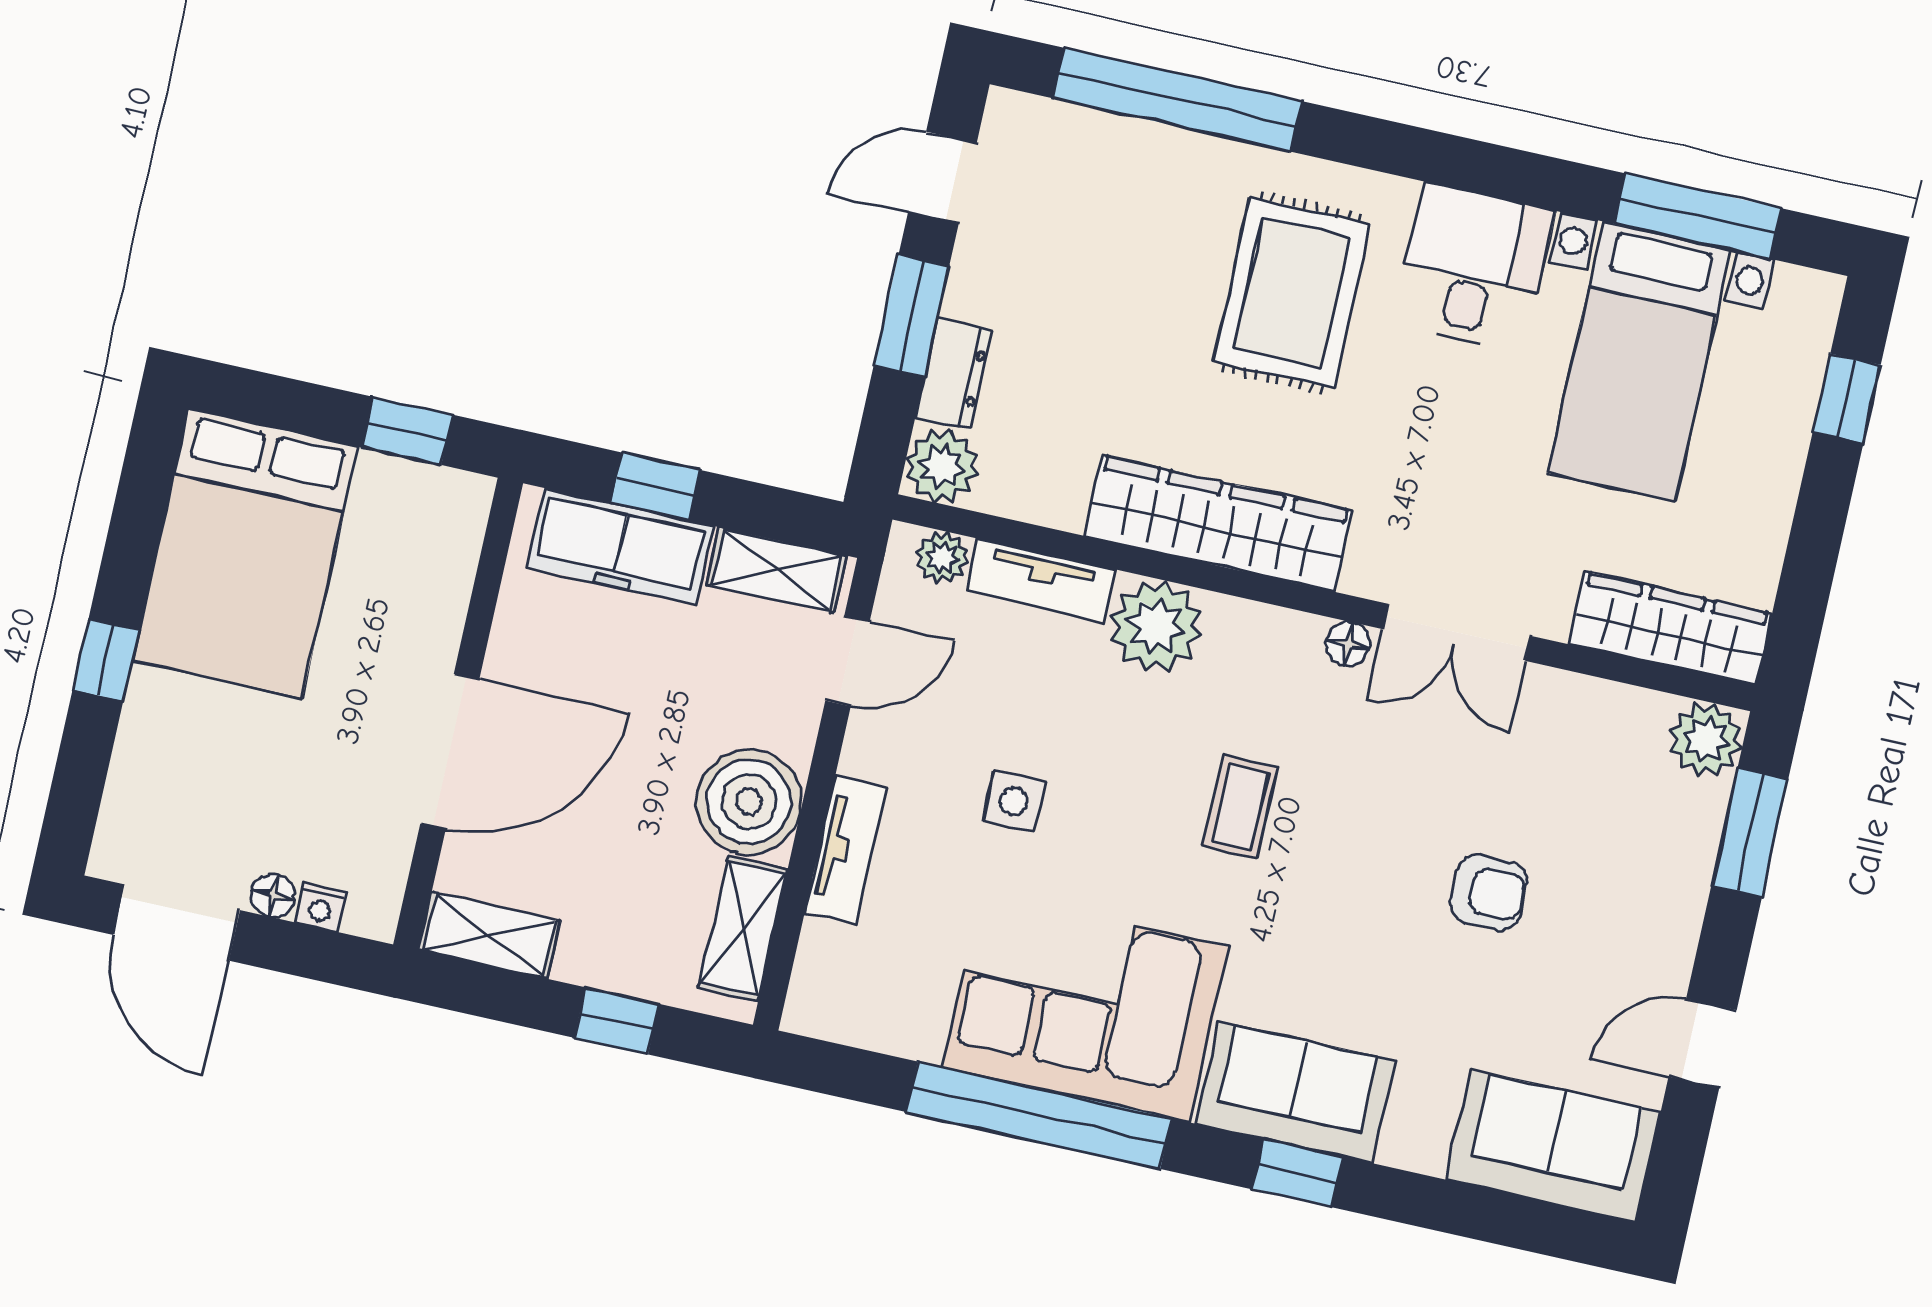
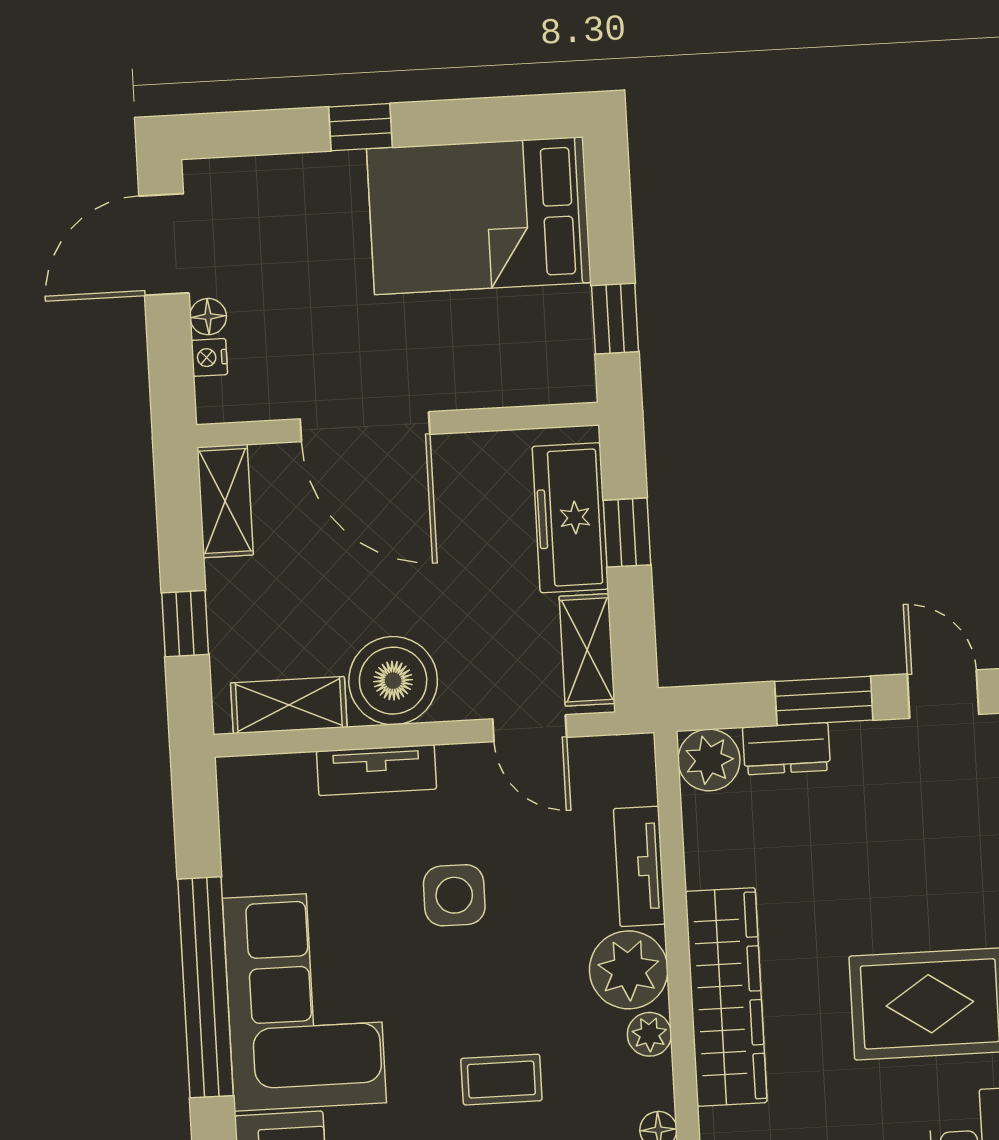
plant: (942, 557) -> (649, 1034), moved
side table: (1014, 801) -> (454, 895), width x1.37, depth x1.37

